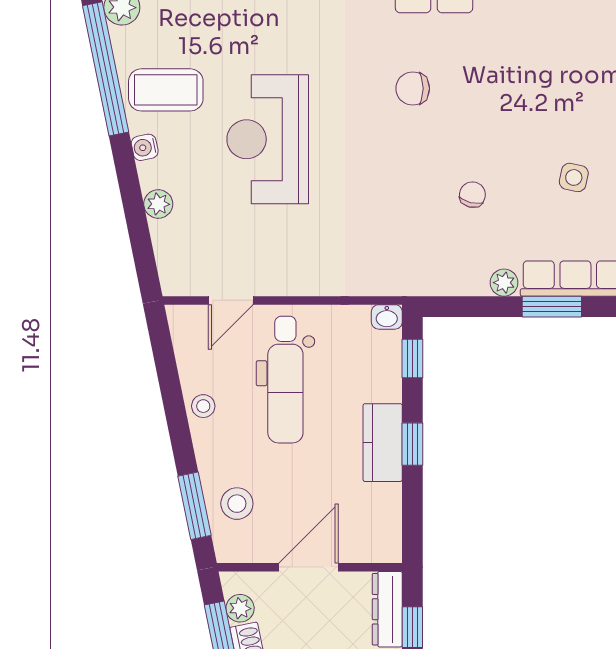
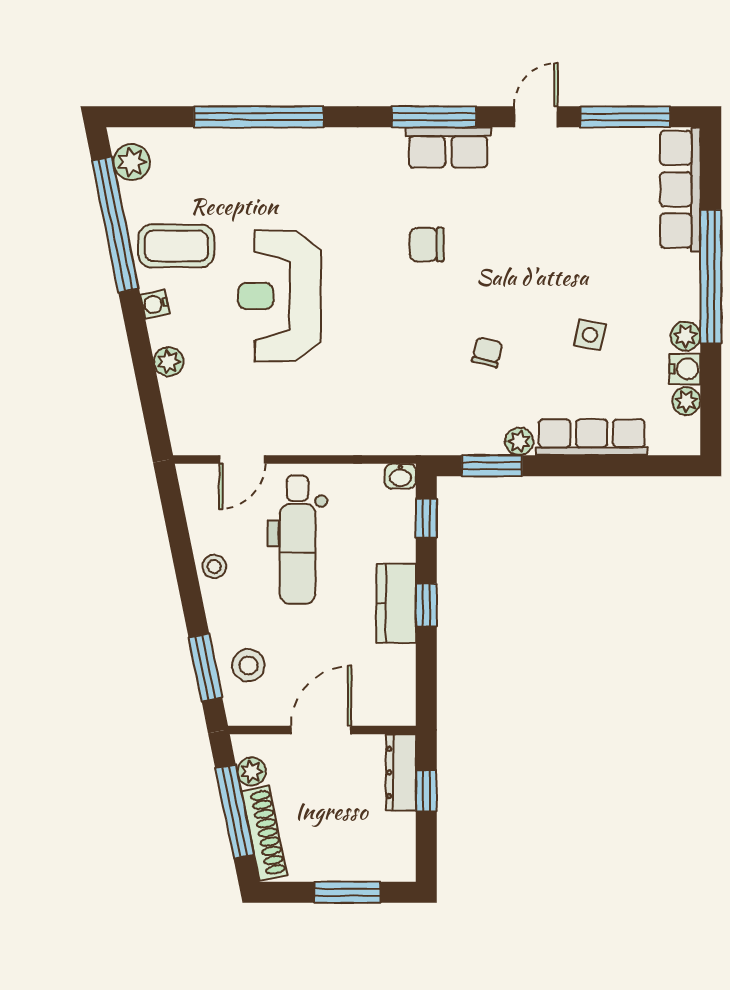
window: (552, 307) -> (492, 466), moved

